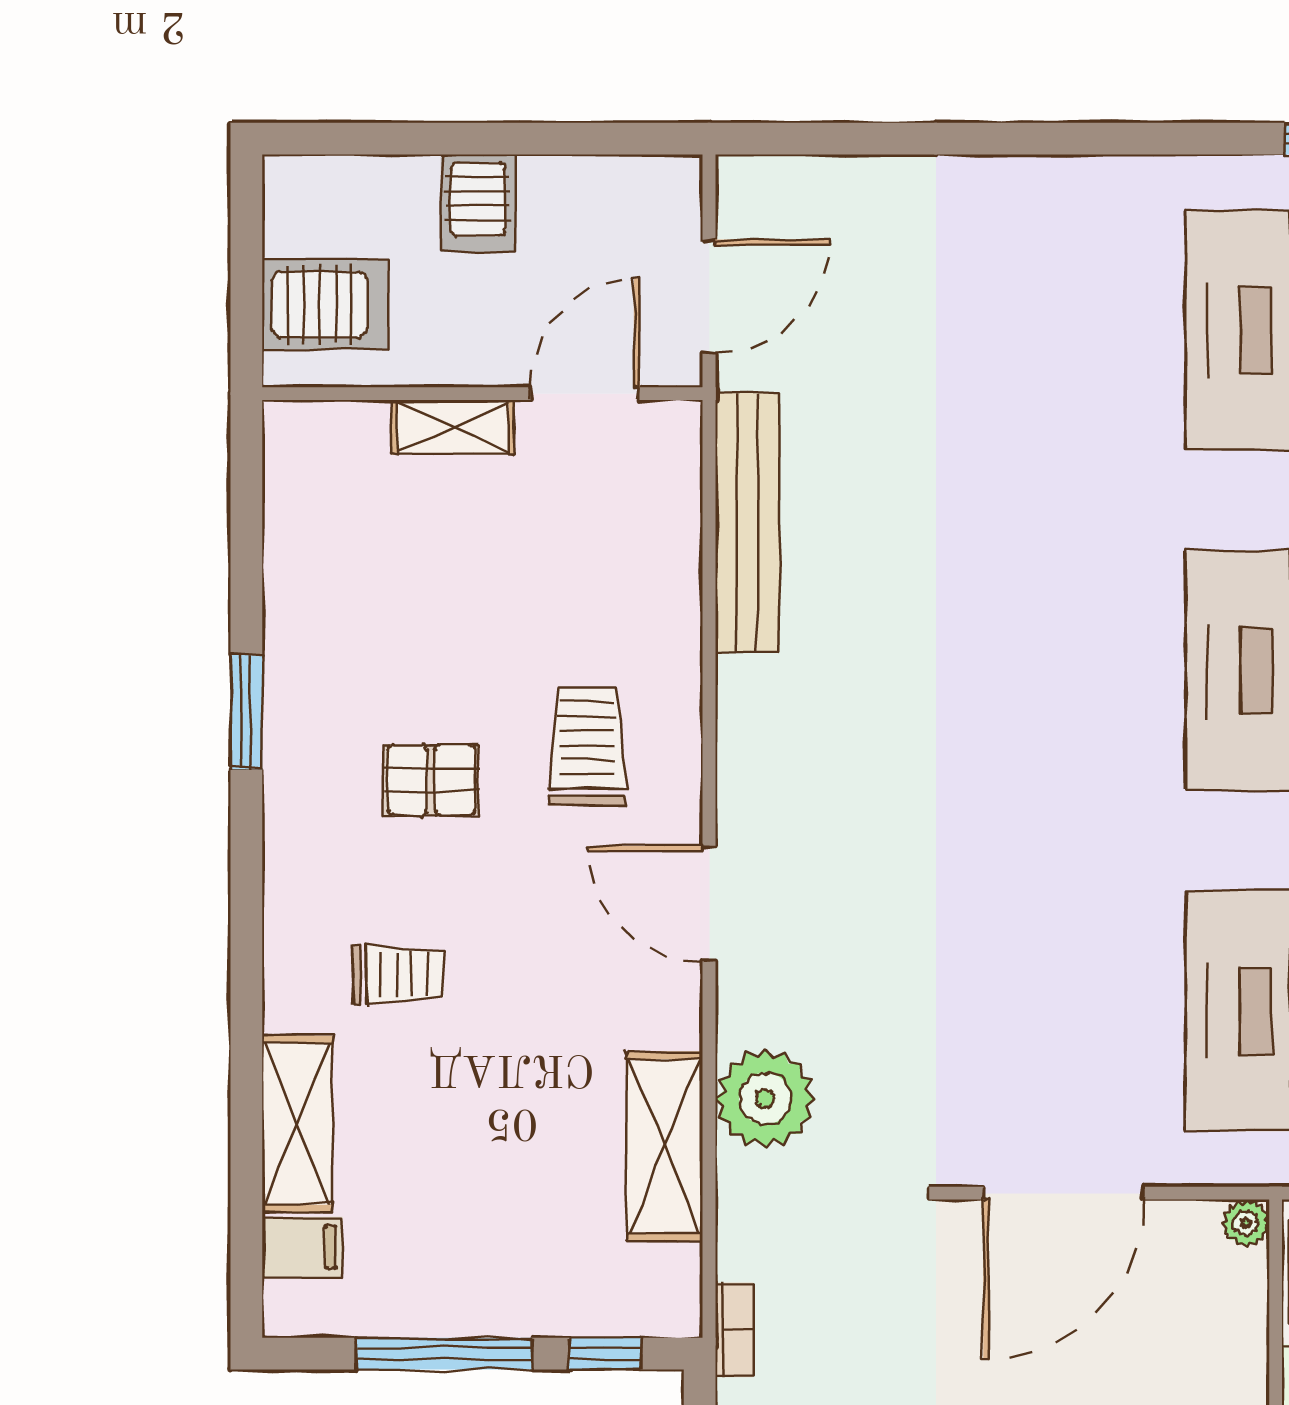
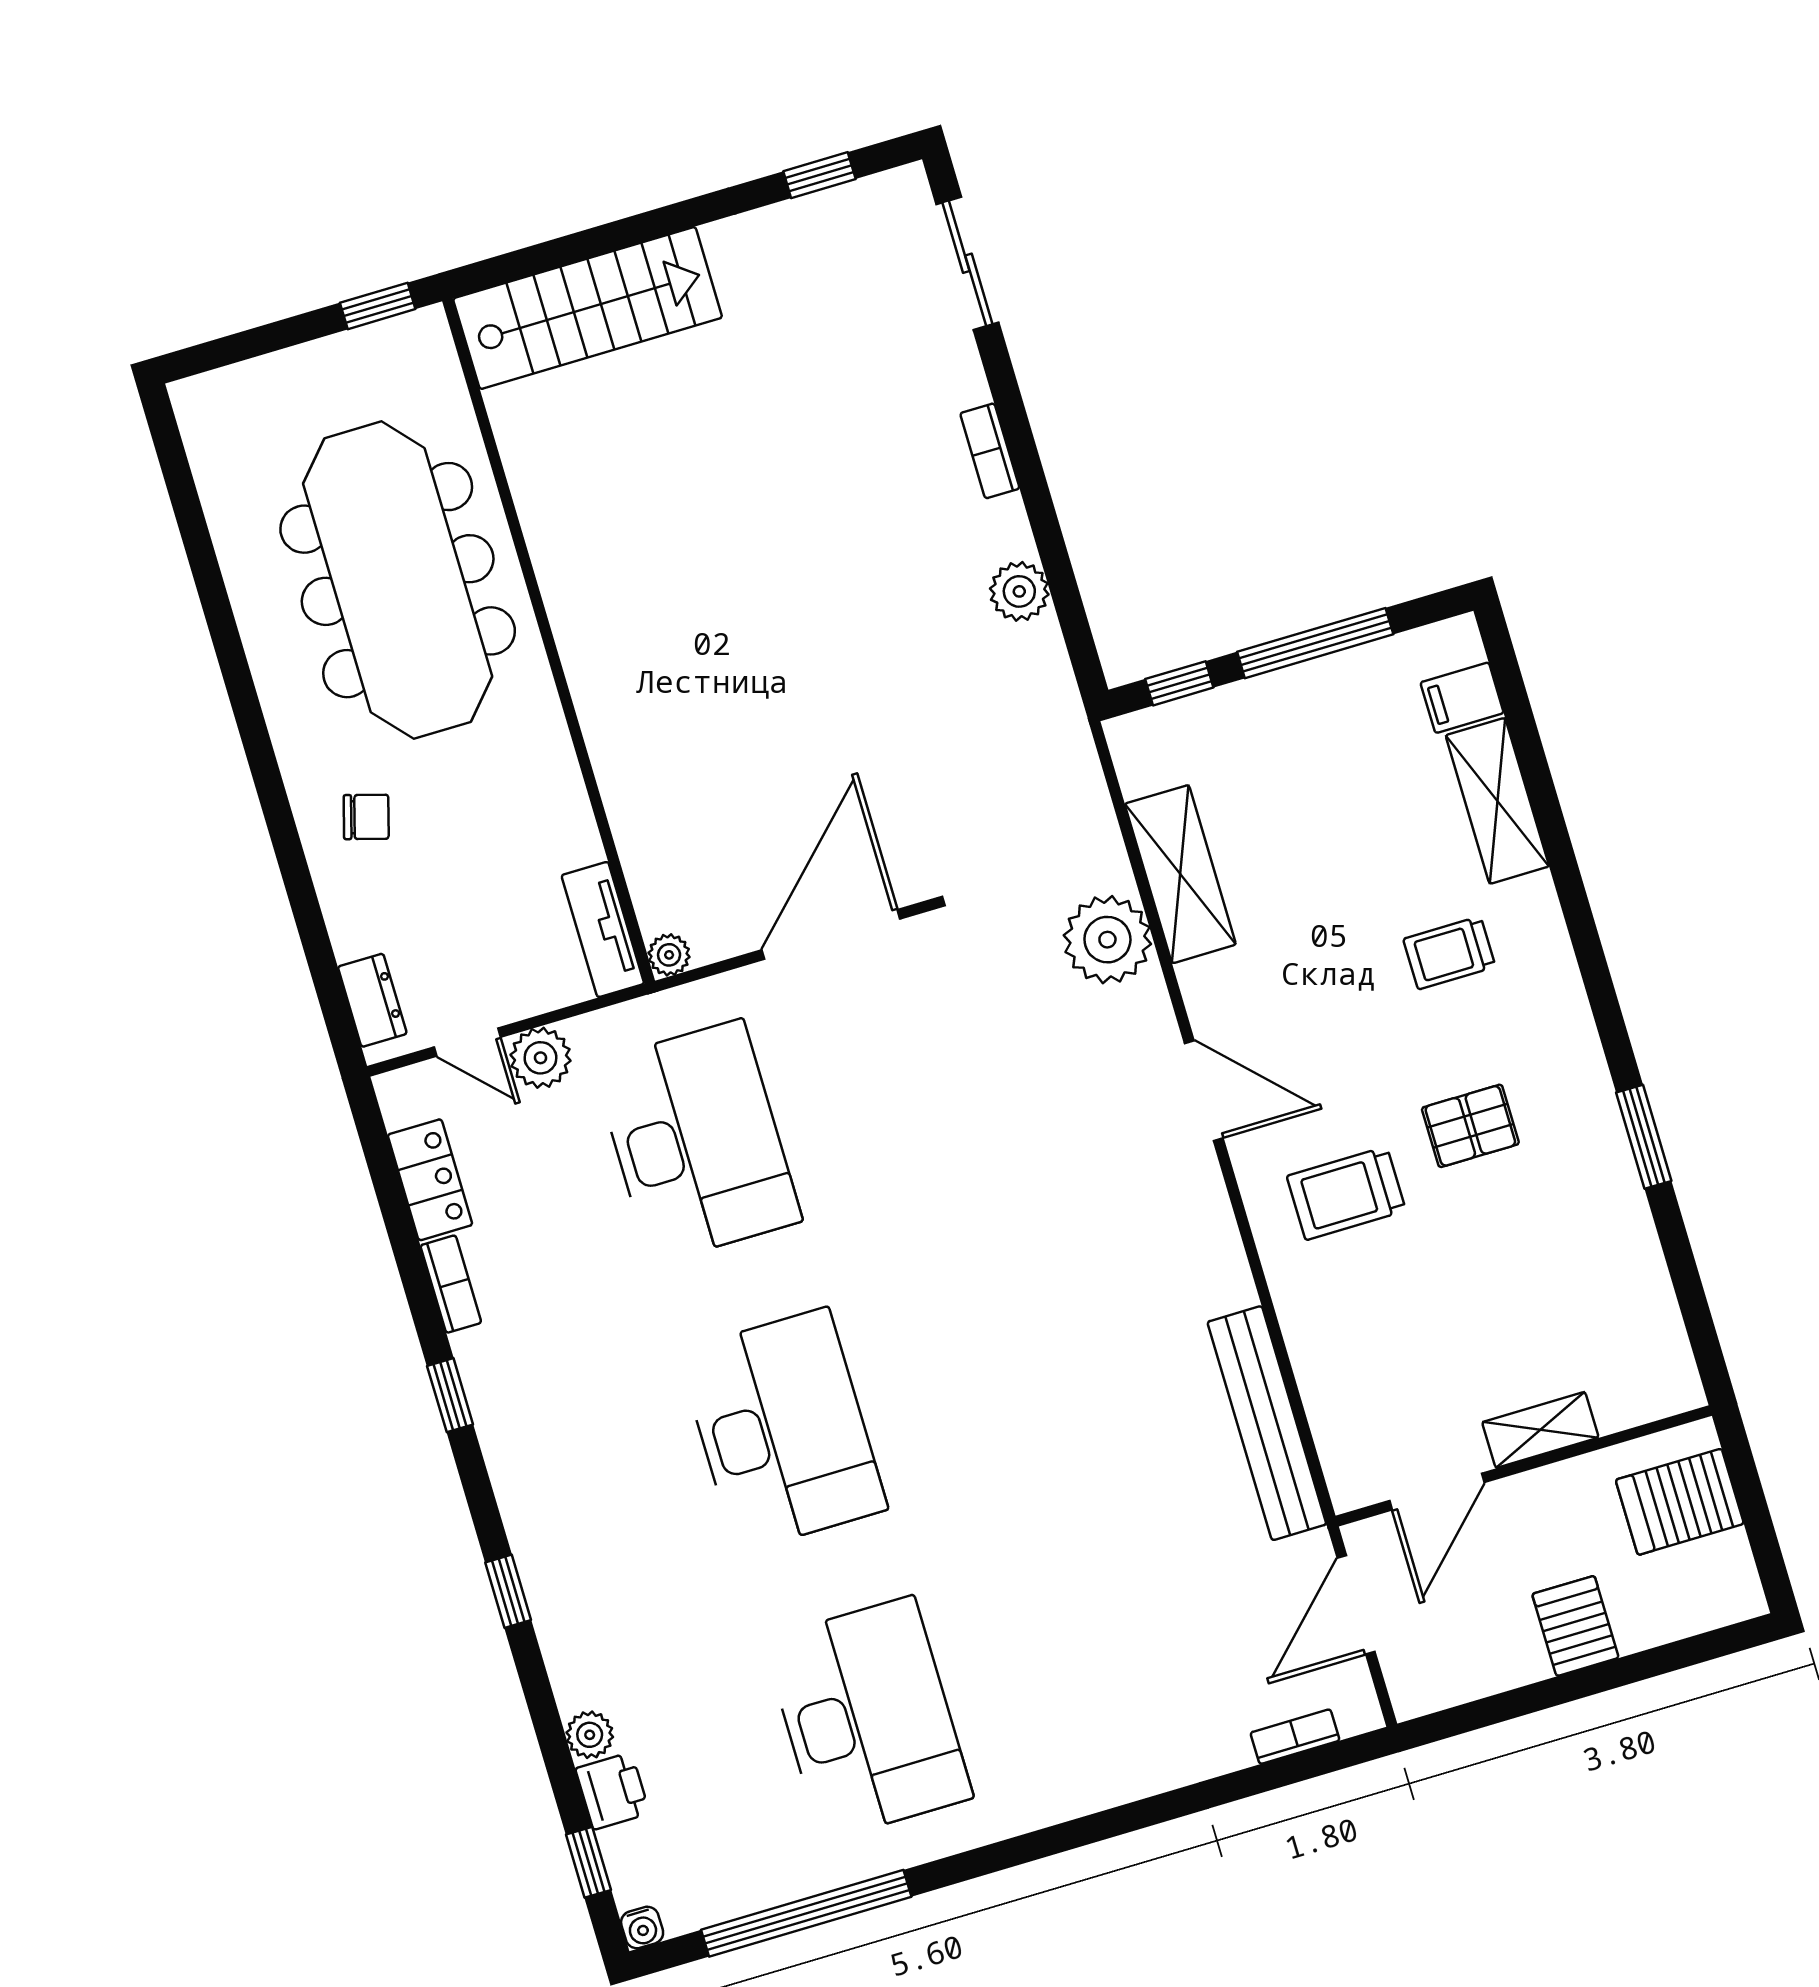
trolley: (587, 746) -> (1346, 1193), turned 90
bookcase: (734, 1330) -> (1295, 1737), moved, turned 90

